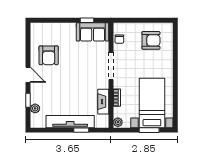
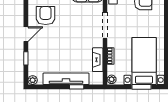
armchair: (49, 55) -> (46, 16), turned 180
door: (28, 75) -> (26, 34), hinge flipped
plant: (35, 108) -> (33, 80), moved

